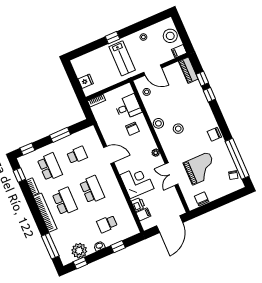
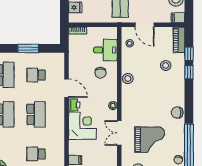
stool: (178, 129) -> (166, 66), moved
school desk: (77, 155) -> (36, 75), turned 180
printer: (138, 204) -> (74, 105), moved

